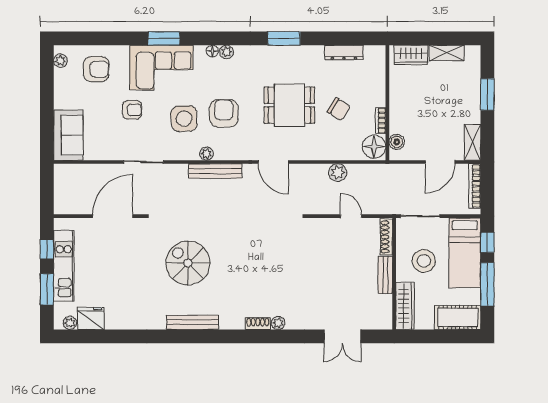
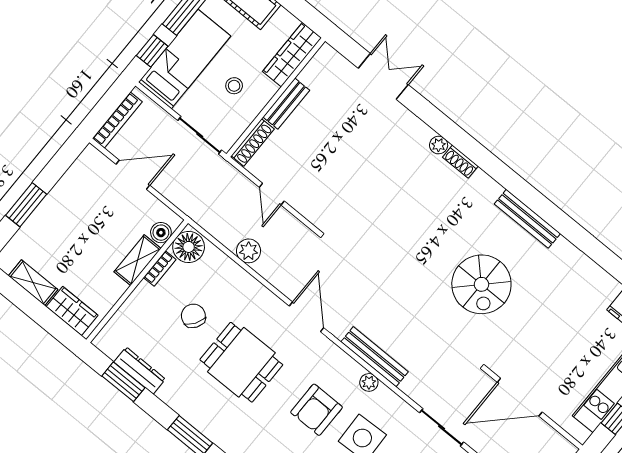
window: (348, 38) -> (123, 382), added
shelving: (473, 142) -> (138, 260), moved
stool: (424, 261) -> (234, 86), width x0.53, depth x0.53

